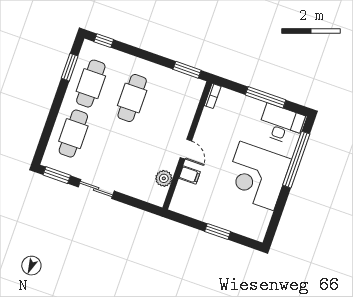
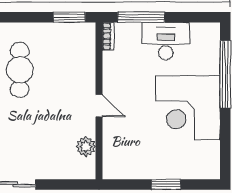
window: (266, 97) -> (141, 17), moved
desk: (281, 124) -> (166, 41), moved
filing cabinet: (190, 175) -> (113, 133), removed

